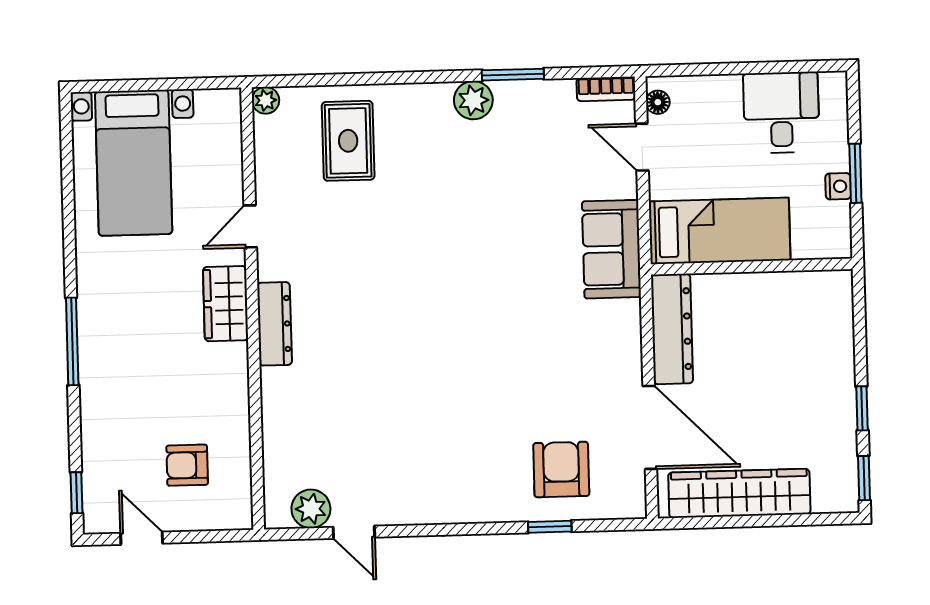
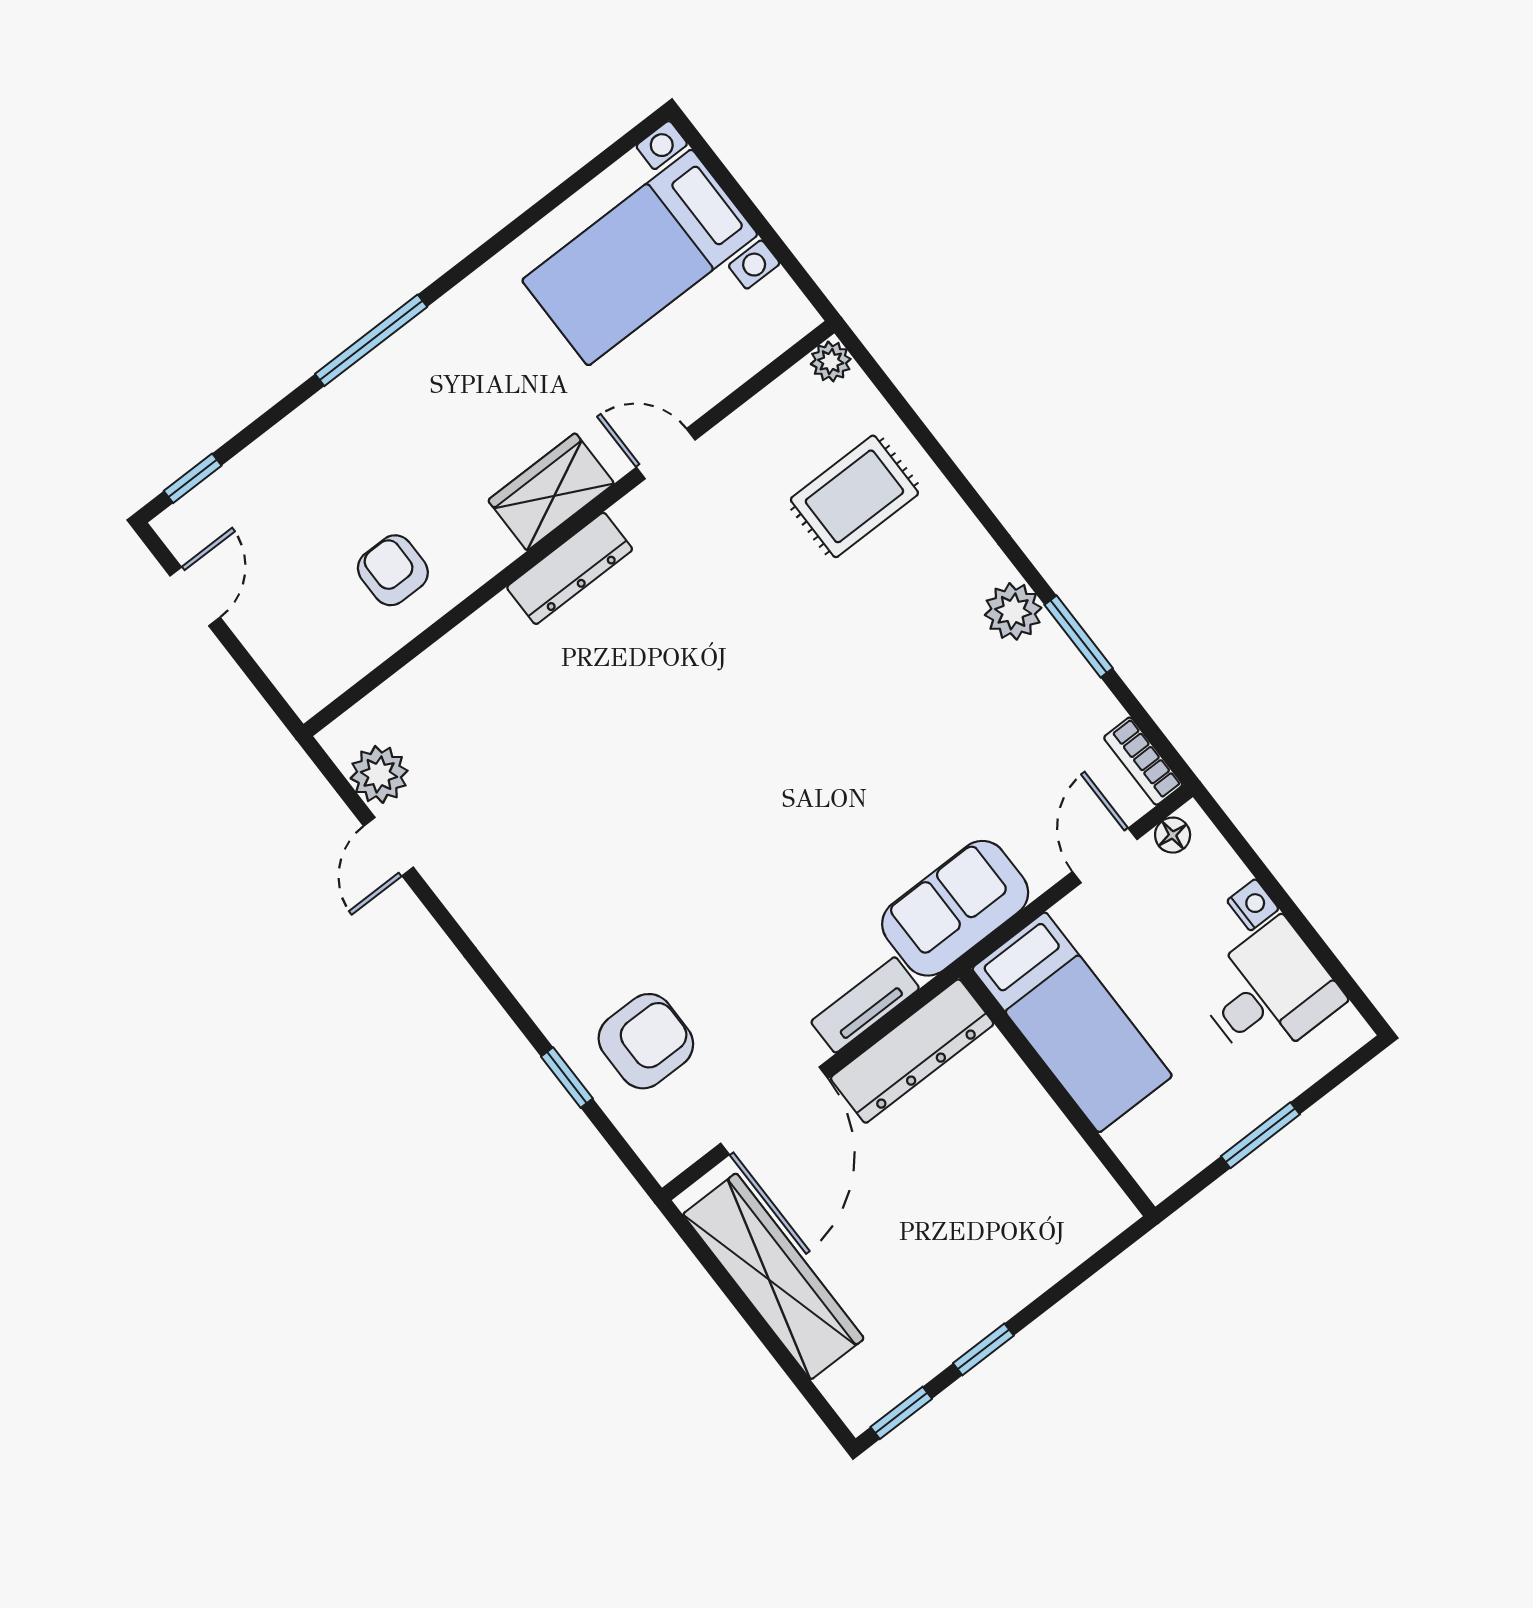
nightstand: (838, 186) -> (1253, 905), moved, turned -90
tv unit: (628, 336) -> (865, 1005), added
armchair: (187, 465) -> (393, 570), moved

